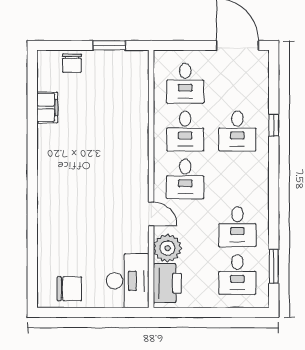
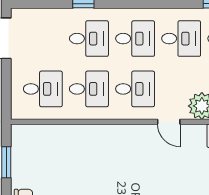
desk: (237, 179) -> (135, 39), added
door: (151, 214) -> (169, 122), swing flipped

